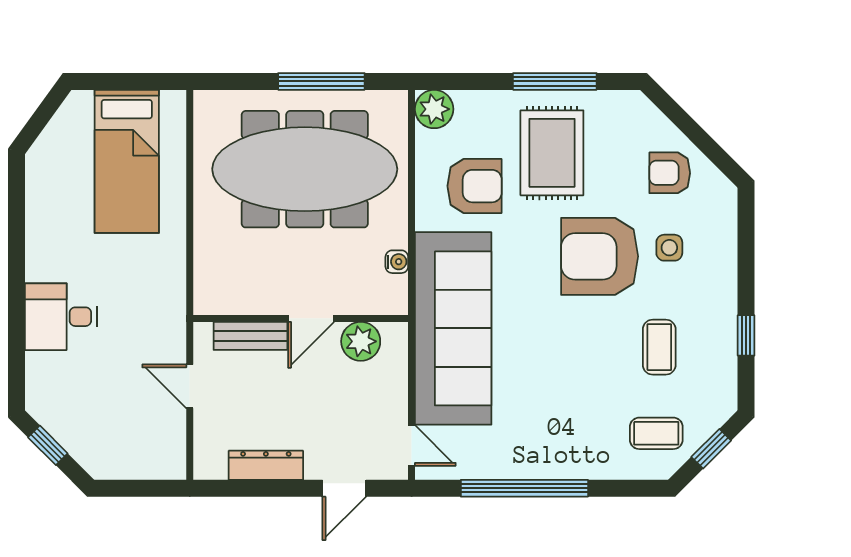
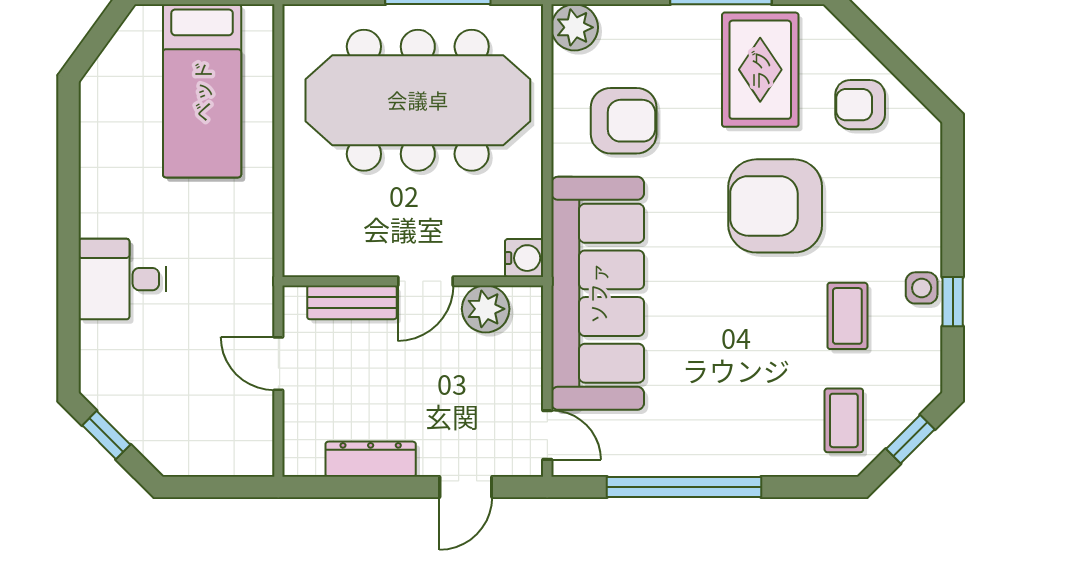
rug: (552, 153) -> (760, 70), moved
side table: (669, 248) -> (922, 288), moved
water cooler: (397, 262) -> (524, 258), moved, width x1.38, depth x1.38
coffee table: (656, 433) -> (844, 420), turned 90

